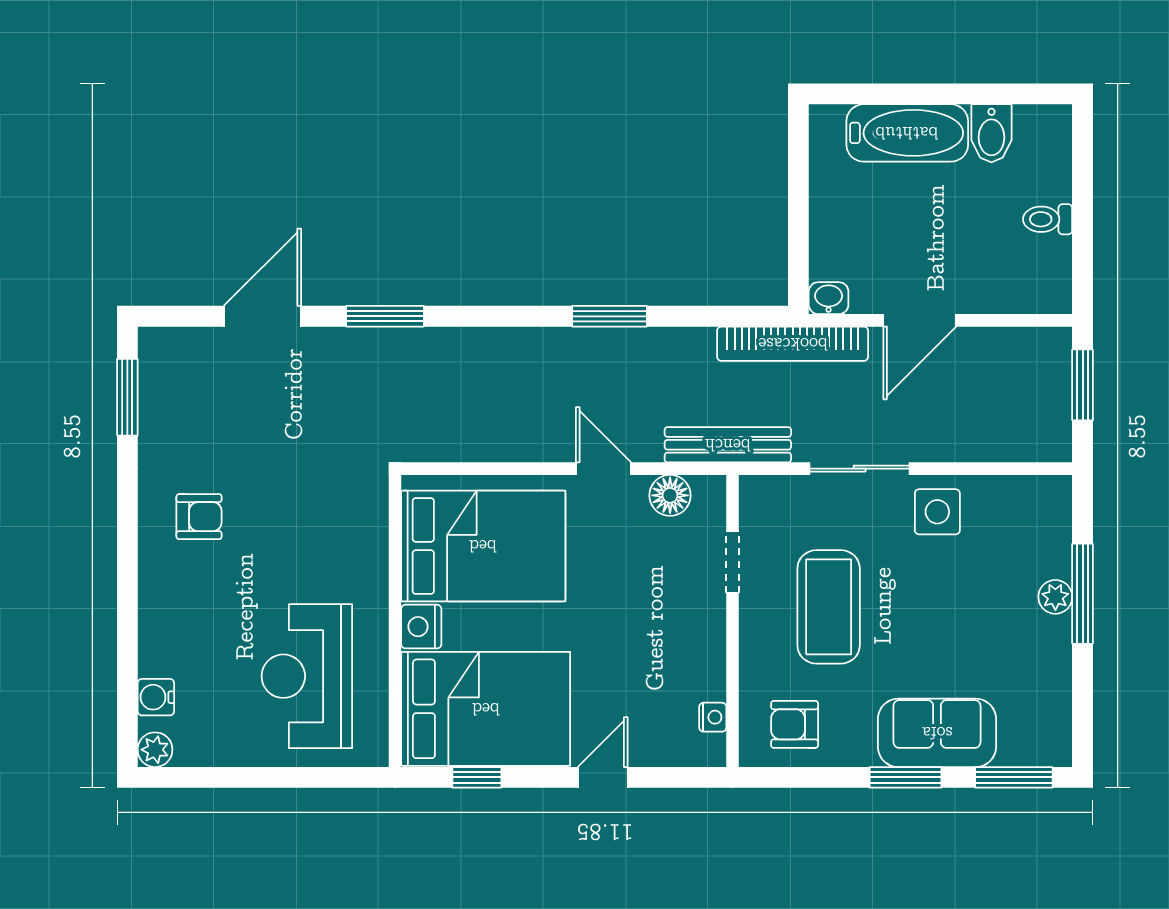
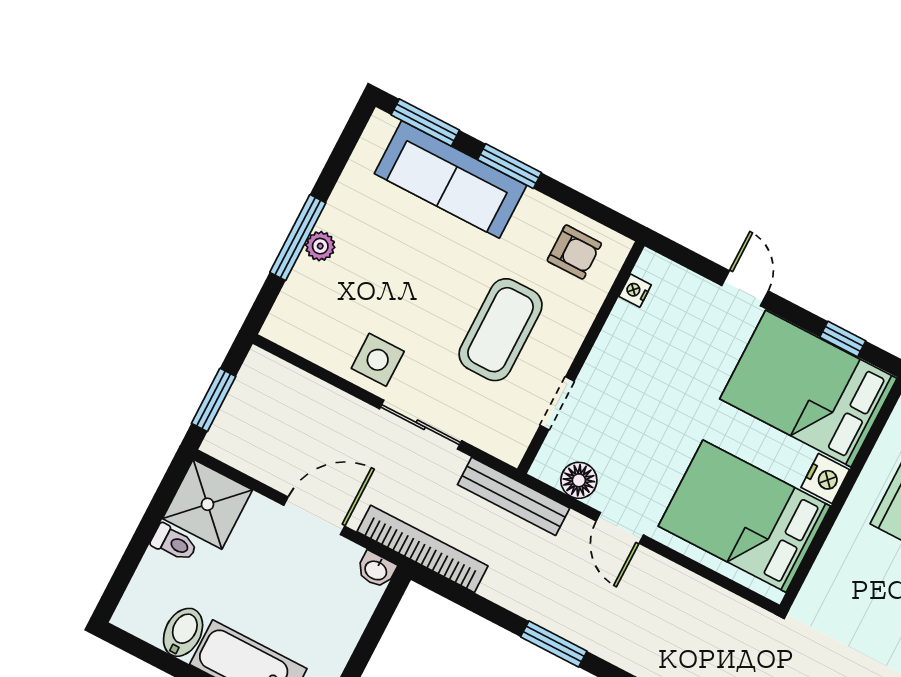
shower: (1034, 276) -> (207, 504), added
sofa: (937, 733) -> (450, 179), width x1.36
door: (603, 777) -> (745, 288), swing flipped

